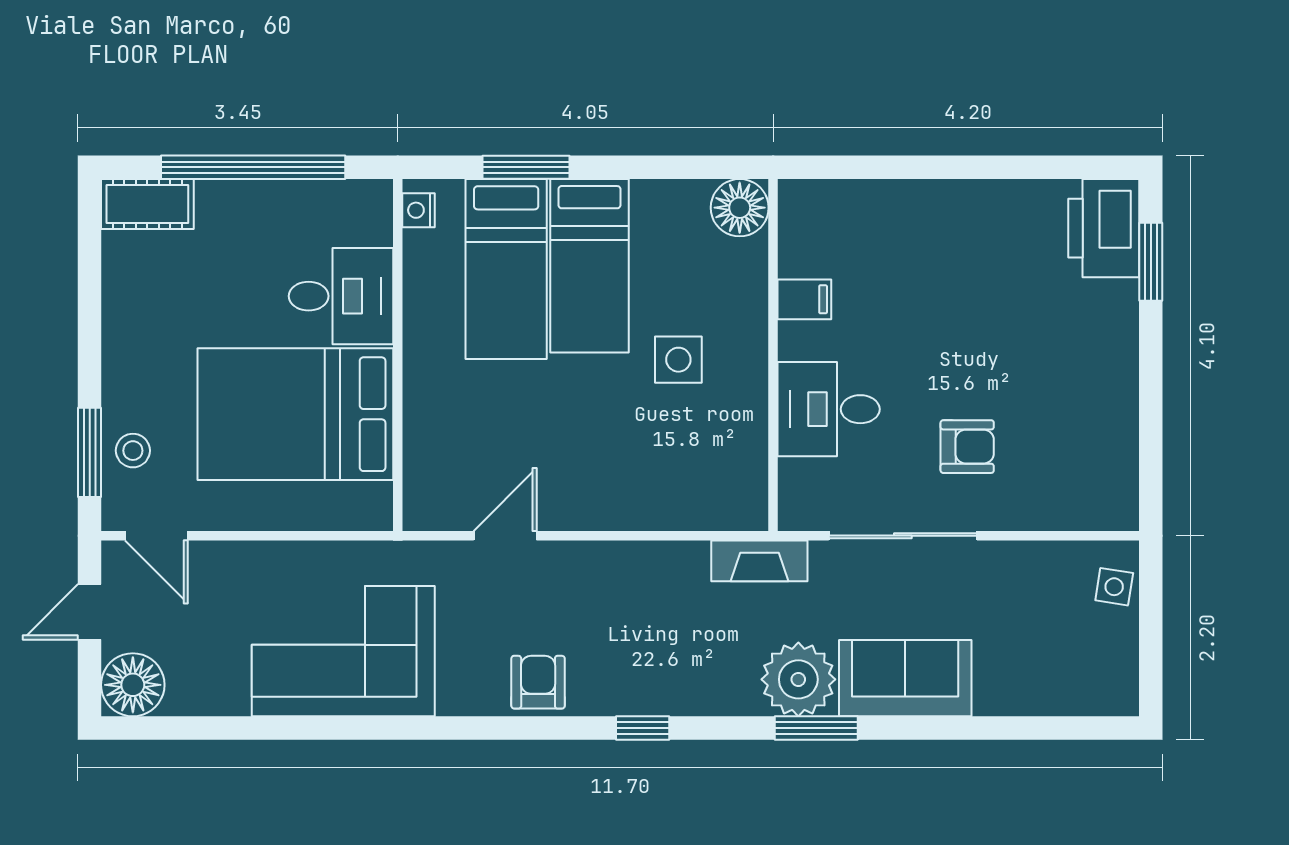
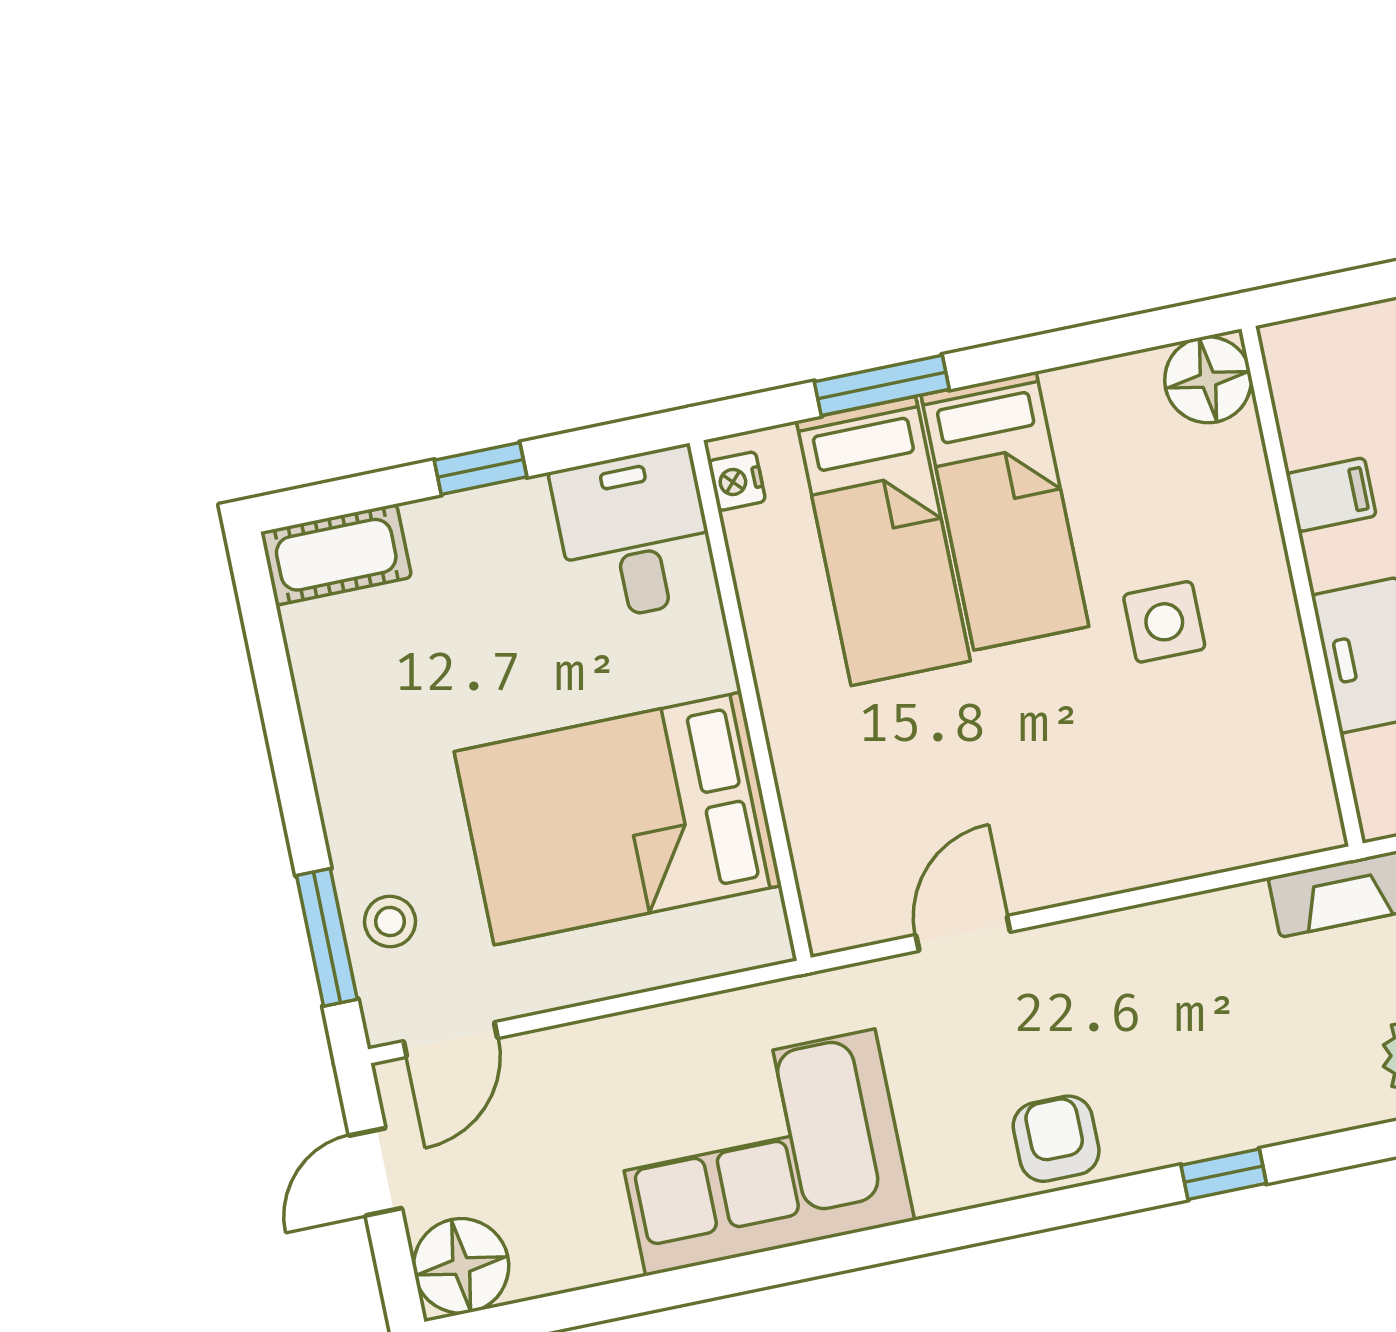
window: (253, 167) -> (480, 469), width x0.32
desk: (341, 296) -> (635, 534), moved, turned -90
door: (156, 536) -> (451, 1040), hinge flipped

